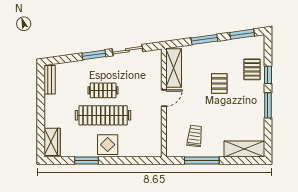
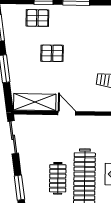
sliding door: (127, 50) -> (13, 137), moved

